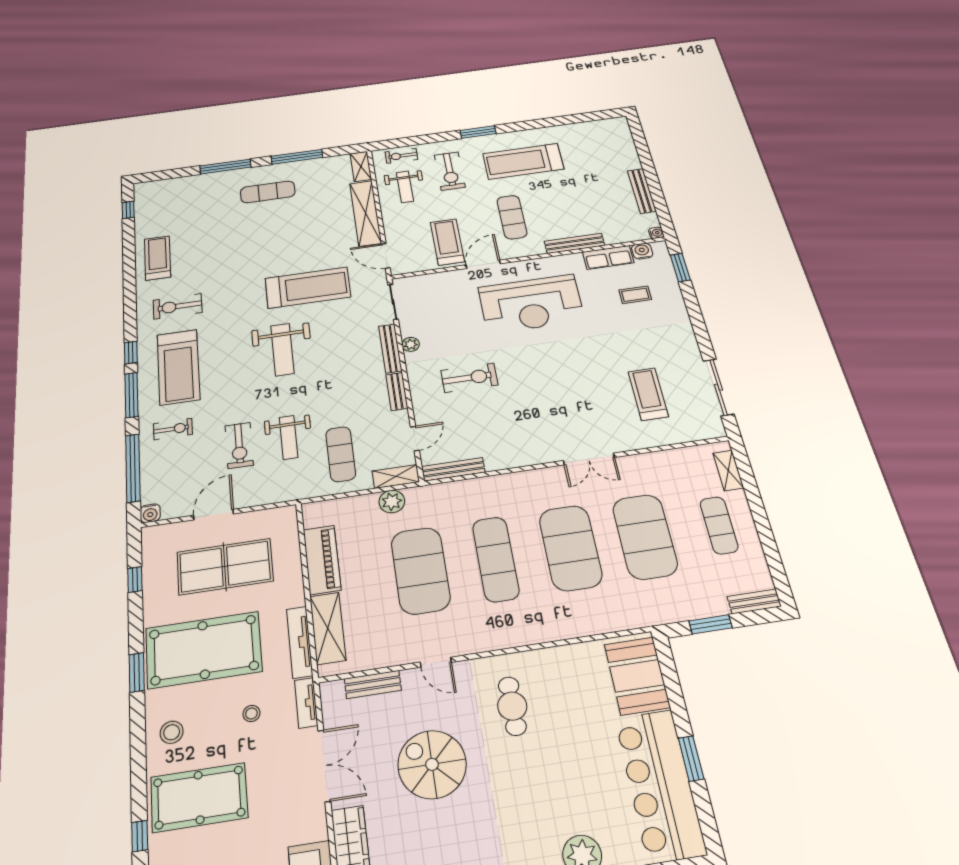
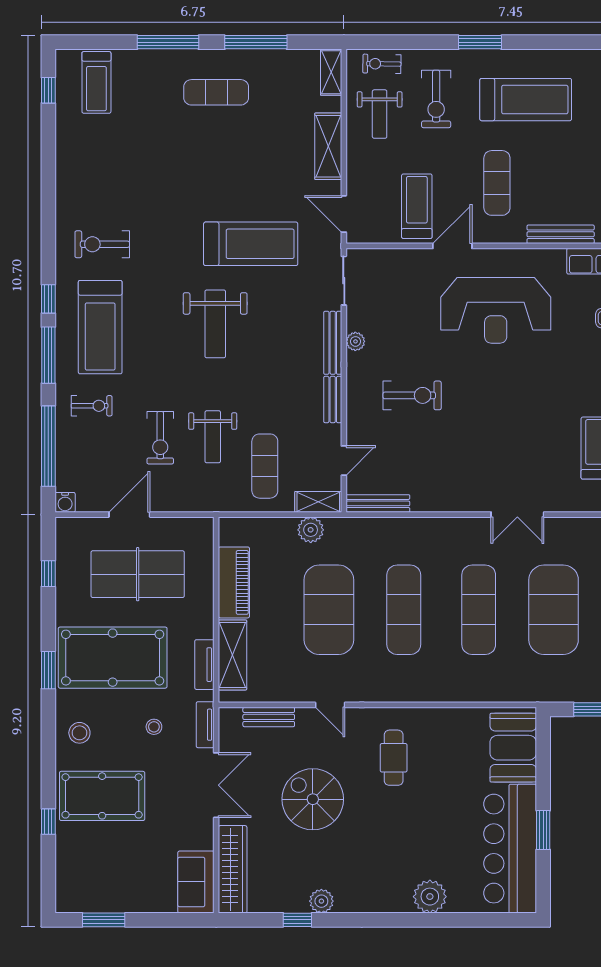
treadmill: (523, 161) -> (526, 100), turned 180
shelving: (366, 213) -> (328, 146), width x0.68
treadmill: (158, 258) -> (96, 82), moved, turned 180
exercise mat: (570, 548) -> (479, 610), width x0.68
tv unit: (300, 642) -> (204, 665), width x0.71

